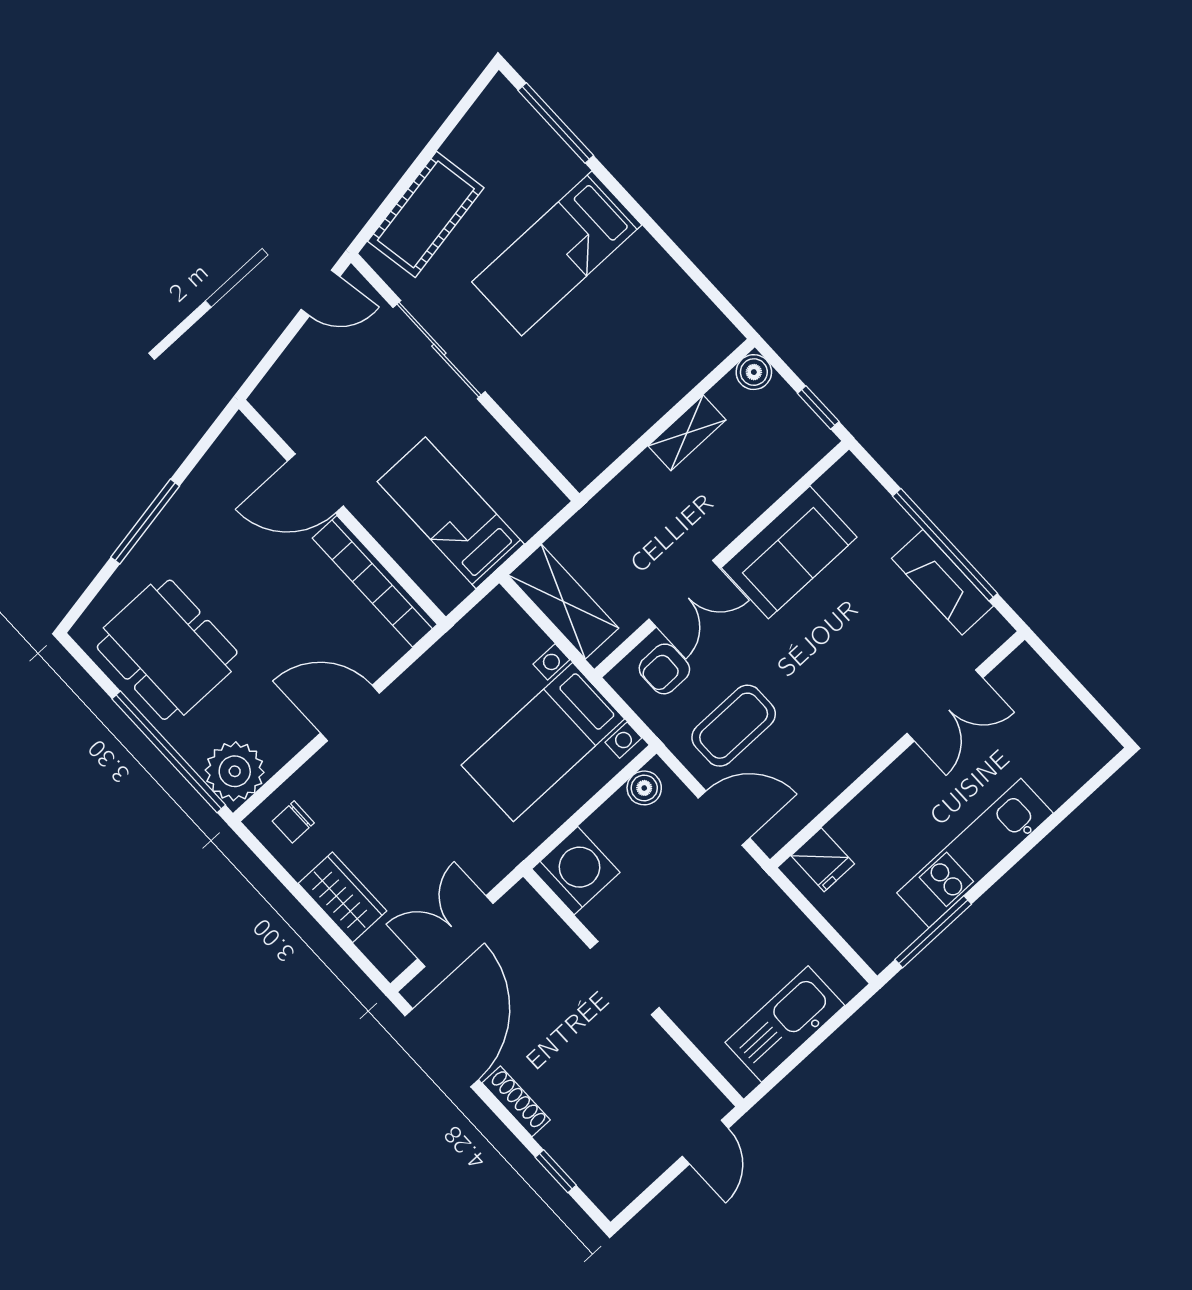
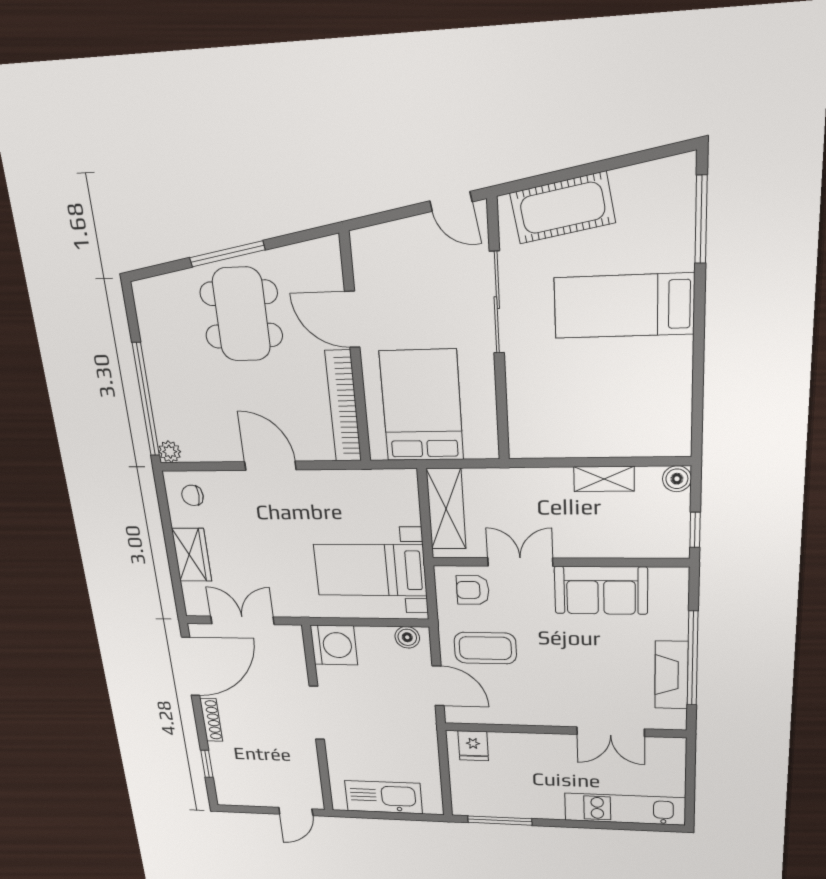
bed: (451, 513) -> (422, 406), width x1.50
double door: (684, 594) -> (520, 562), swing flipped
dining table: (167, 650) -> (241, 314), moved
plant: (235, 771) -> (170, 452), width x0.53, depth x0.53
kitchen unit: (975, 853) -> (625, 809), moved

